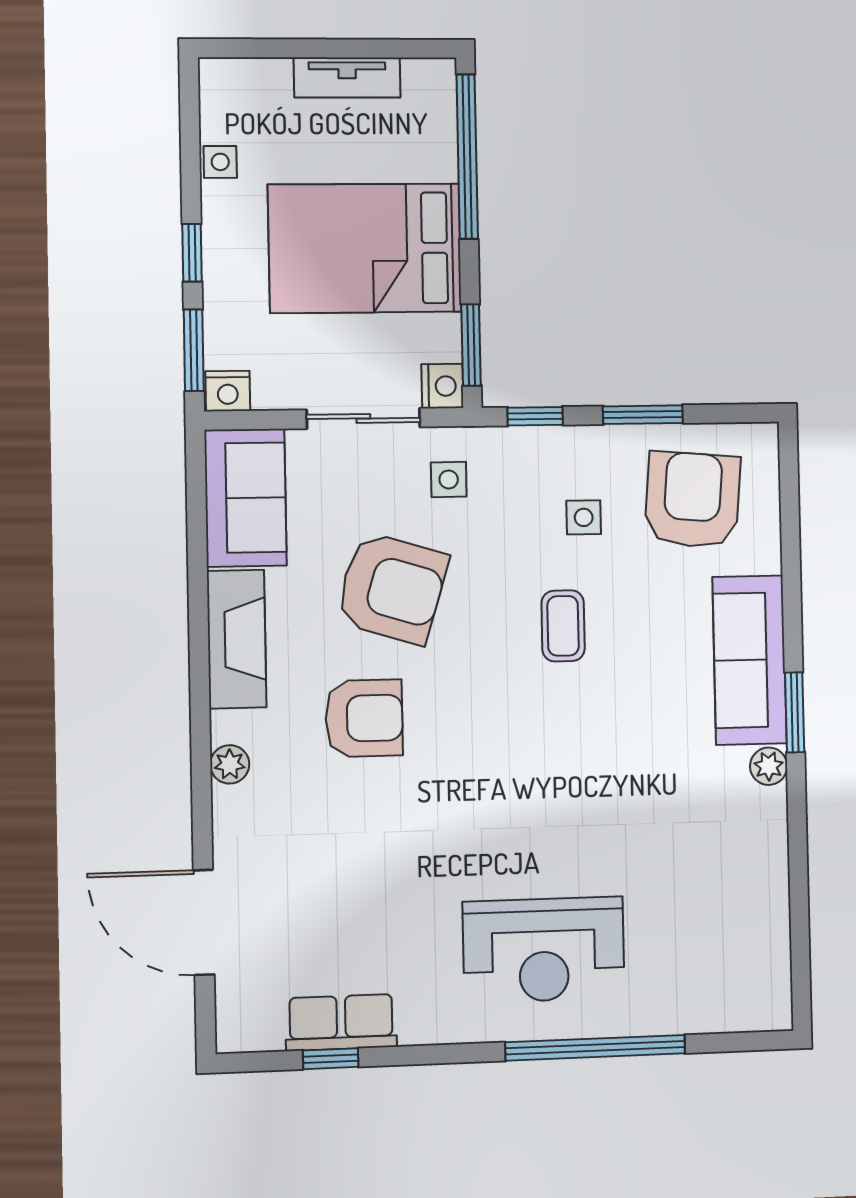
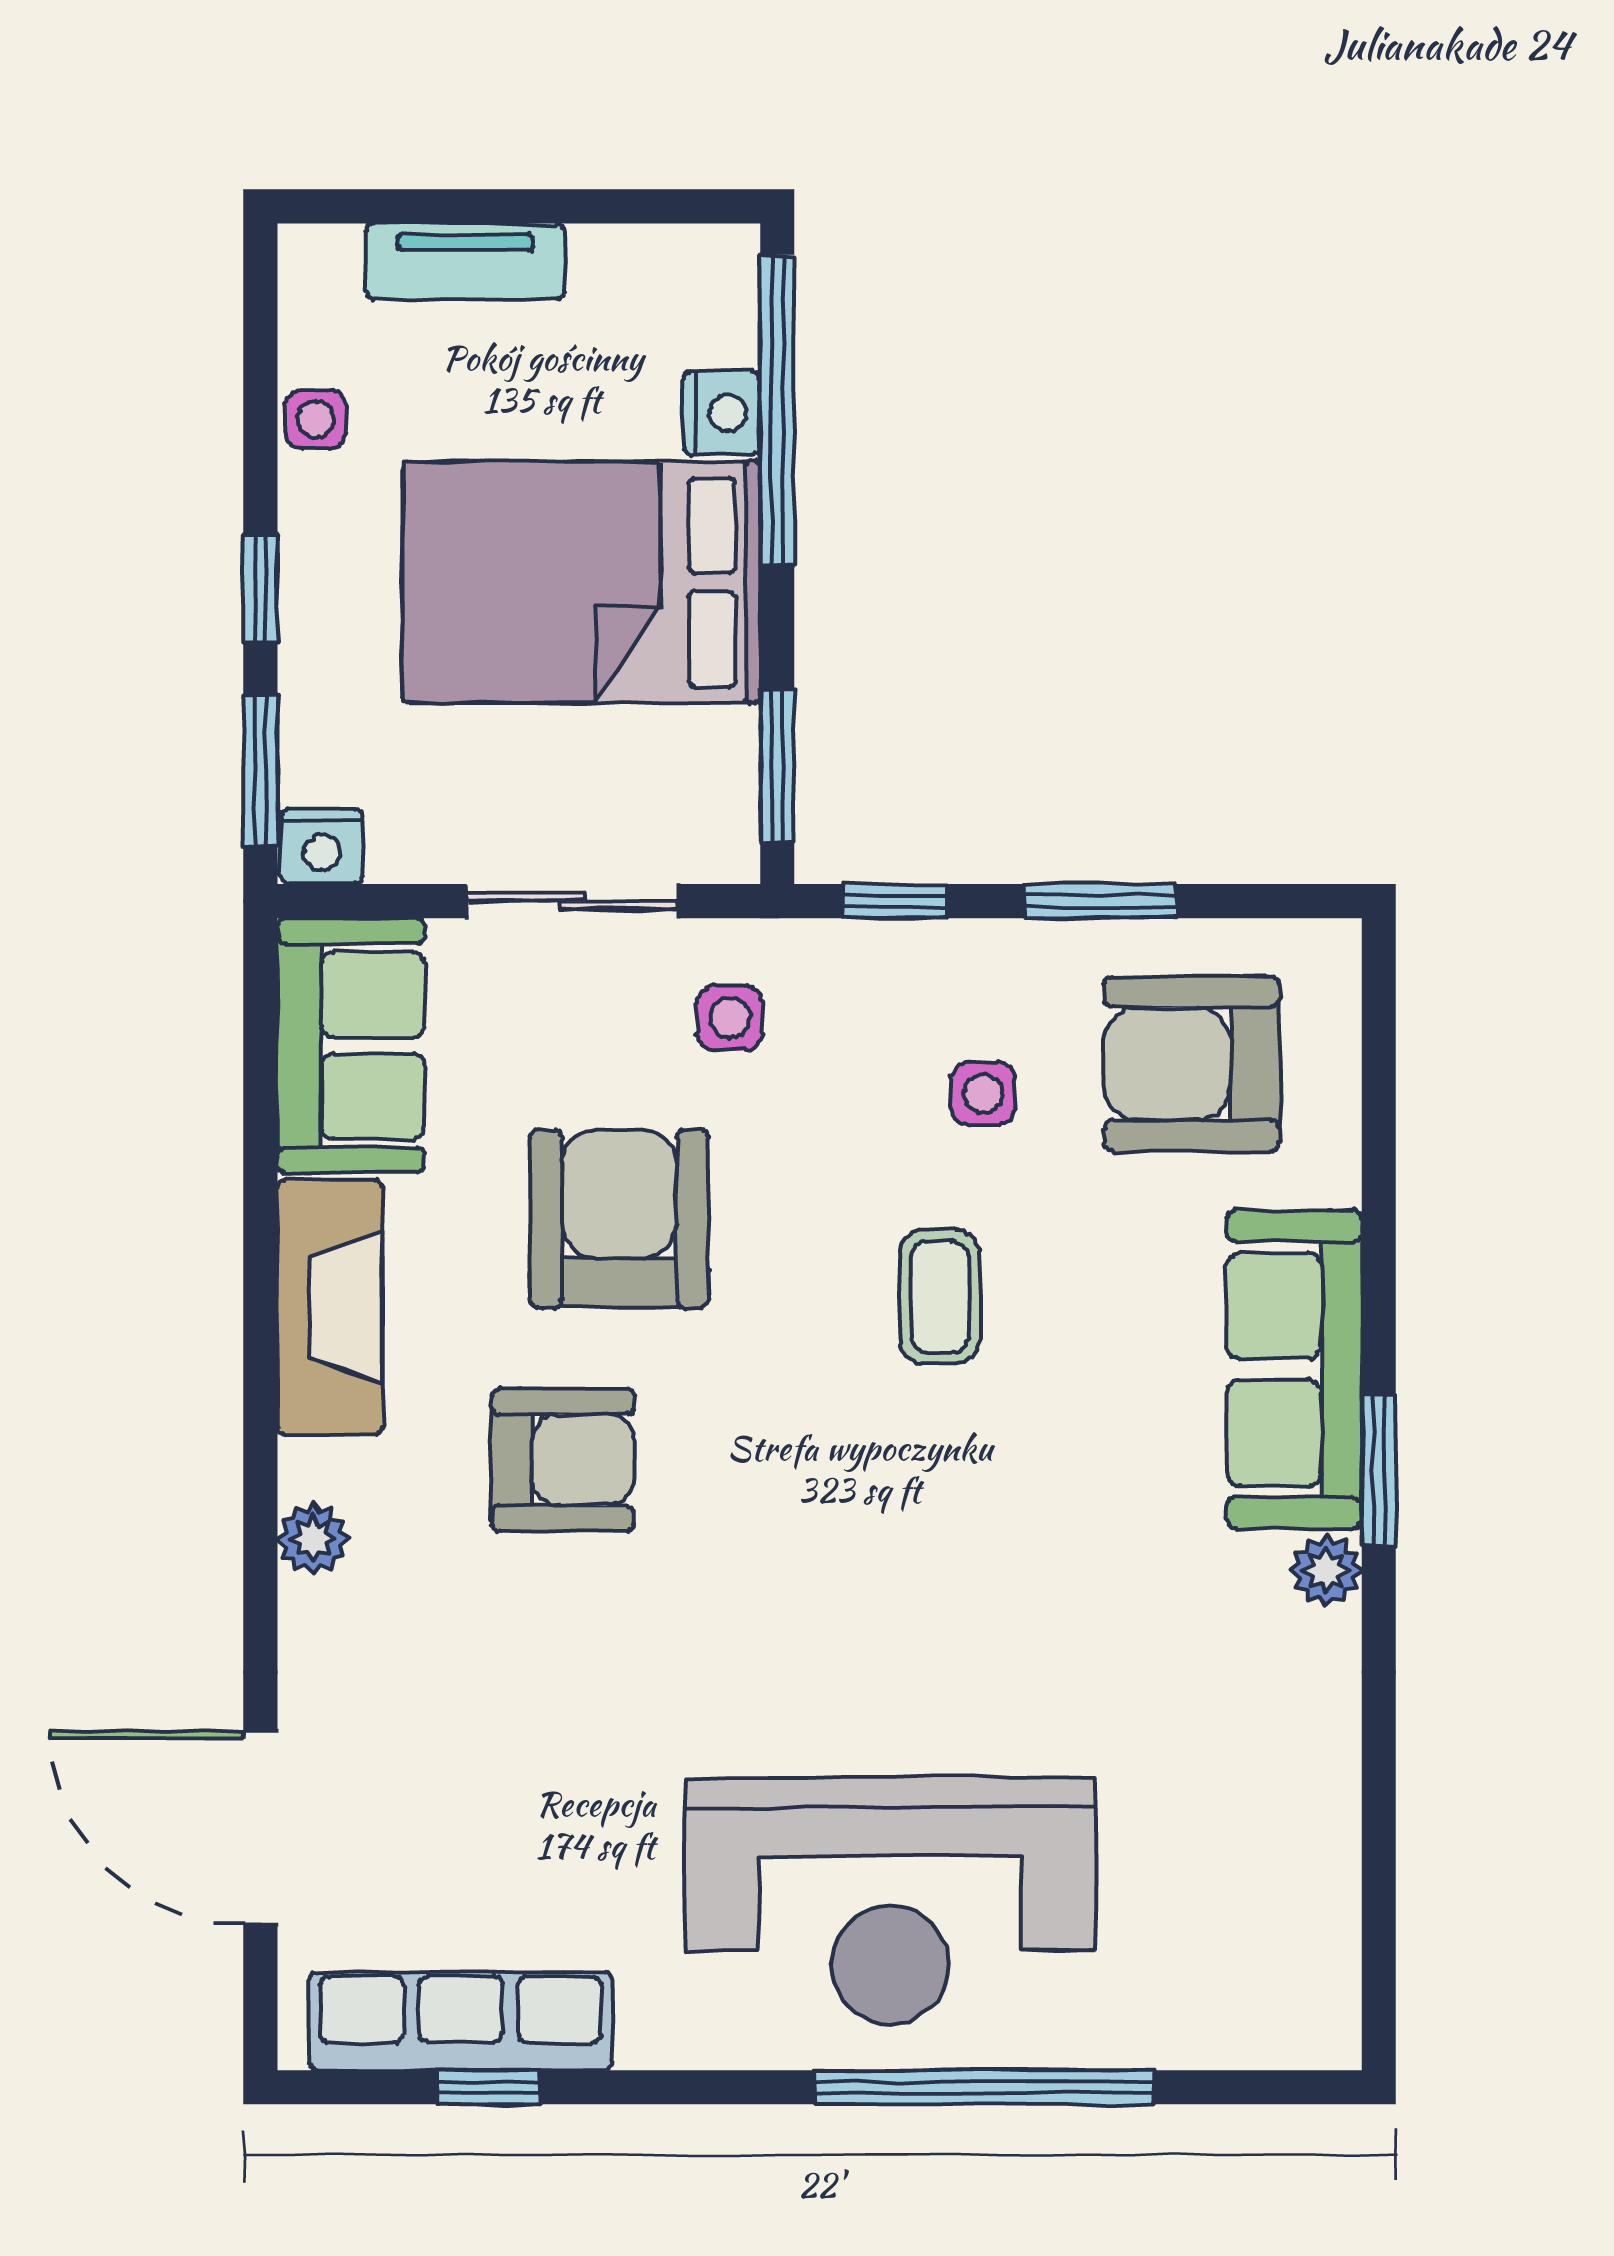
tv unit: (347, 78) -> (465, 261), moved
nightstand: (442, 386) -> (722, 413), moved
armchair: (692, 500) -> (1192, 1064), turned -95
armchair: (392, 588) -> (619, 1219), turned -107
reception desk: (544, 950) -> (890, 1901), width x1.36, depth x1.30
row of seats: (341, 1022) -> (461, 2021), width x1.48

